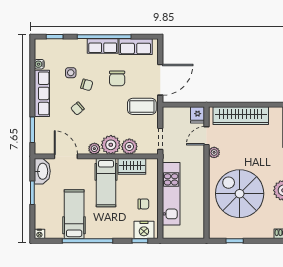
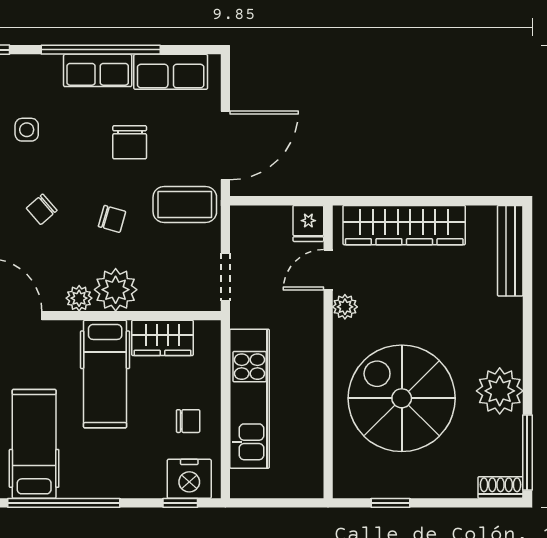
chair: (87, 85) -> (112, 219), moved
plant: (129, 147) -> (157, 294), removed

